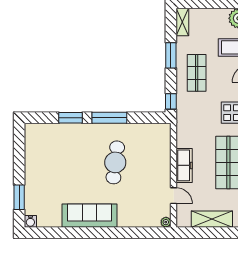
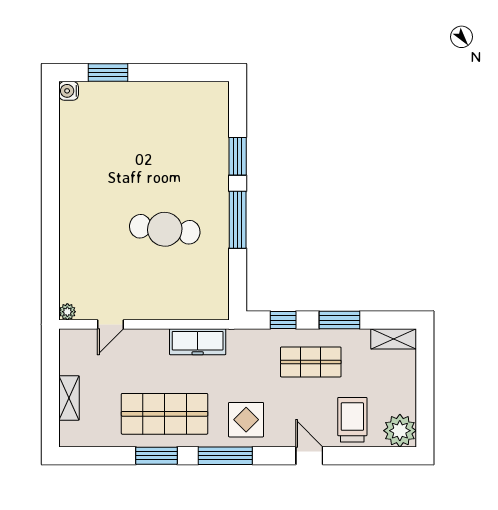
window: (171, 101) -> (283, 320), moved
freezer: (184, 165) -> (198, 342), moved
sofa: (89, 216) -> (78, 187), removed
shelving: (212, 219) -> (69, 398), width x0.67, depth x0.75

